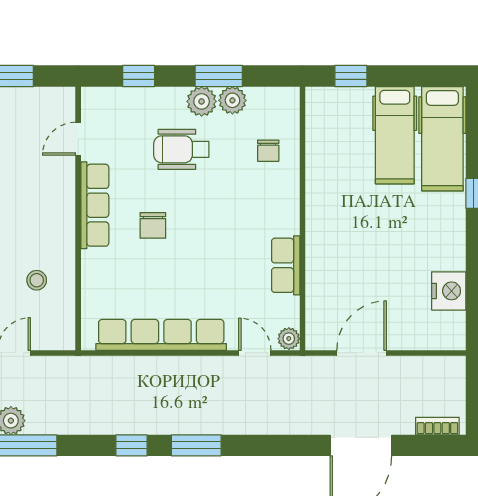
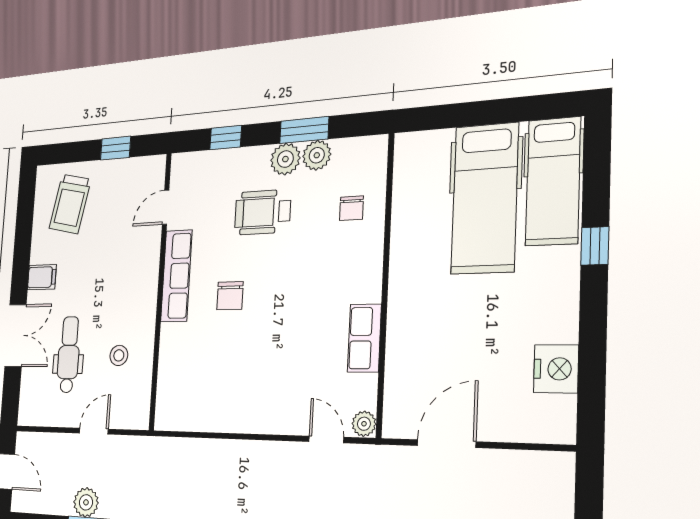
window: (351, 76) -> (446, 116), removed
hospital bed: (395, 135) -> (485, 198), width x1.37, depth x1.29
row of seats: (161, 335) -> (231, 416), removed

